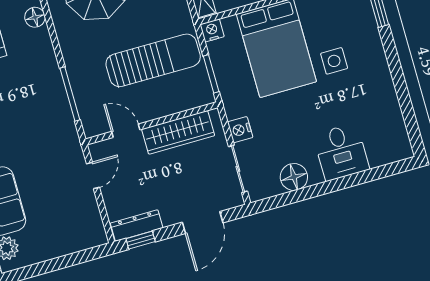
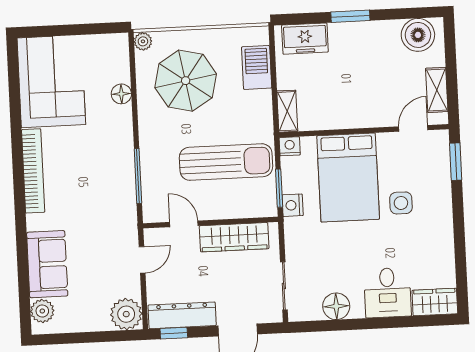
nightstand: (240, 130) -> (293, 205), moved
wardrobe: (390, 150) -> (435, 302), added
dresser: (137, 226) -> (182, 315), width x1.37, depth x1.24
plant: (90, 232) -> (126, 314), added

